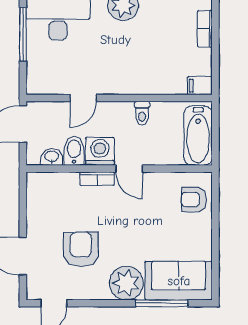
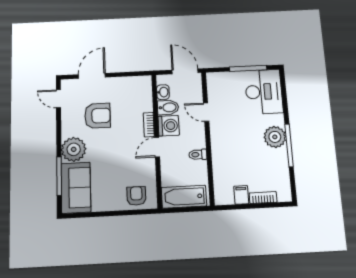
filing cabinet: (200, 86) -> (241, 195), moved

